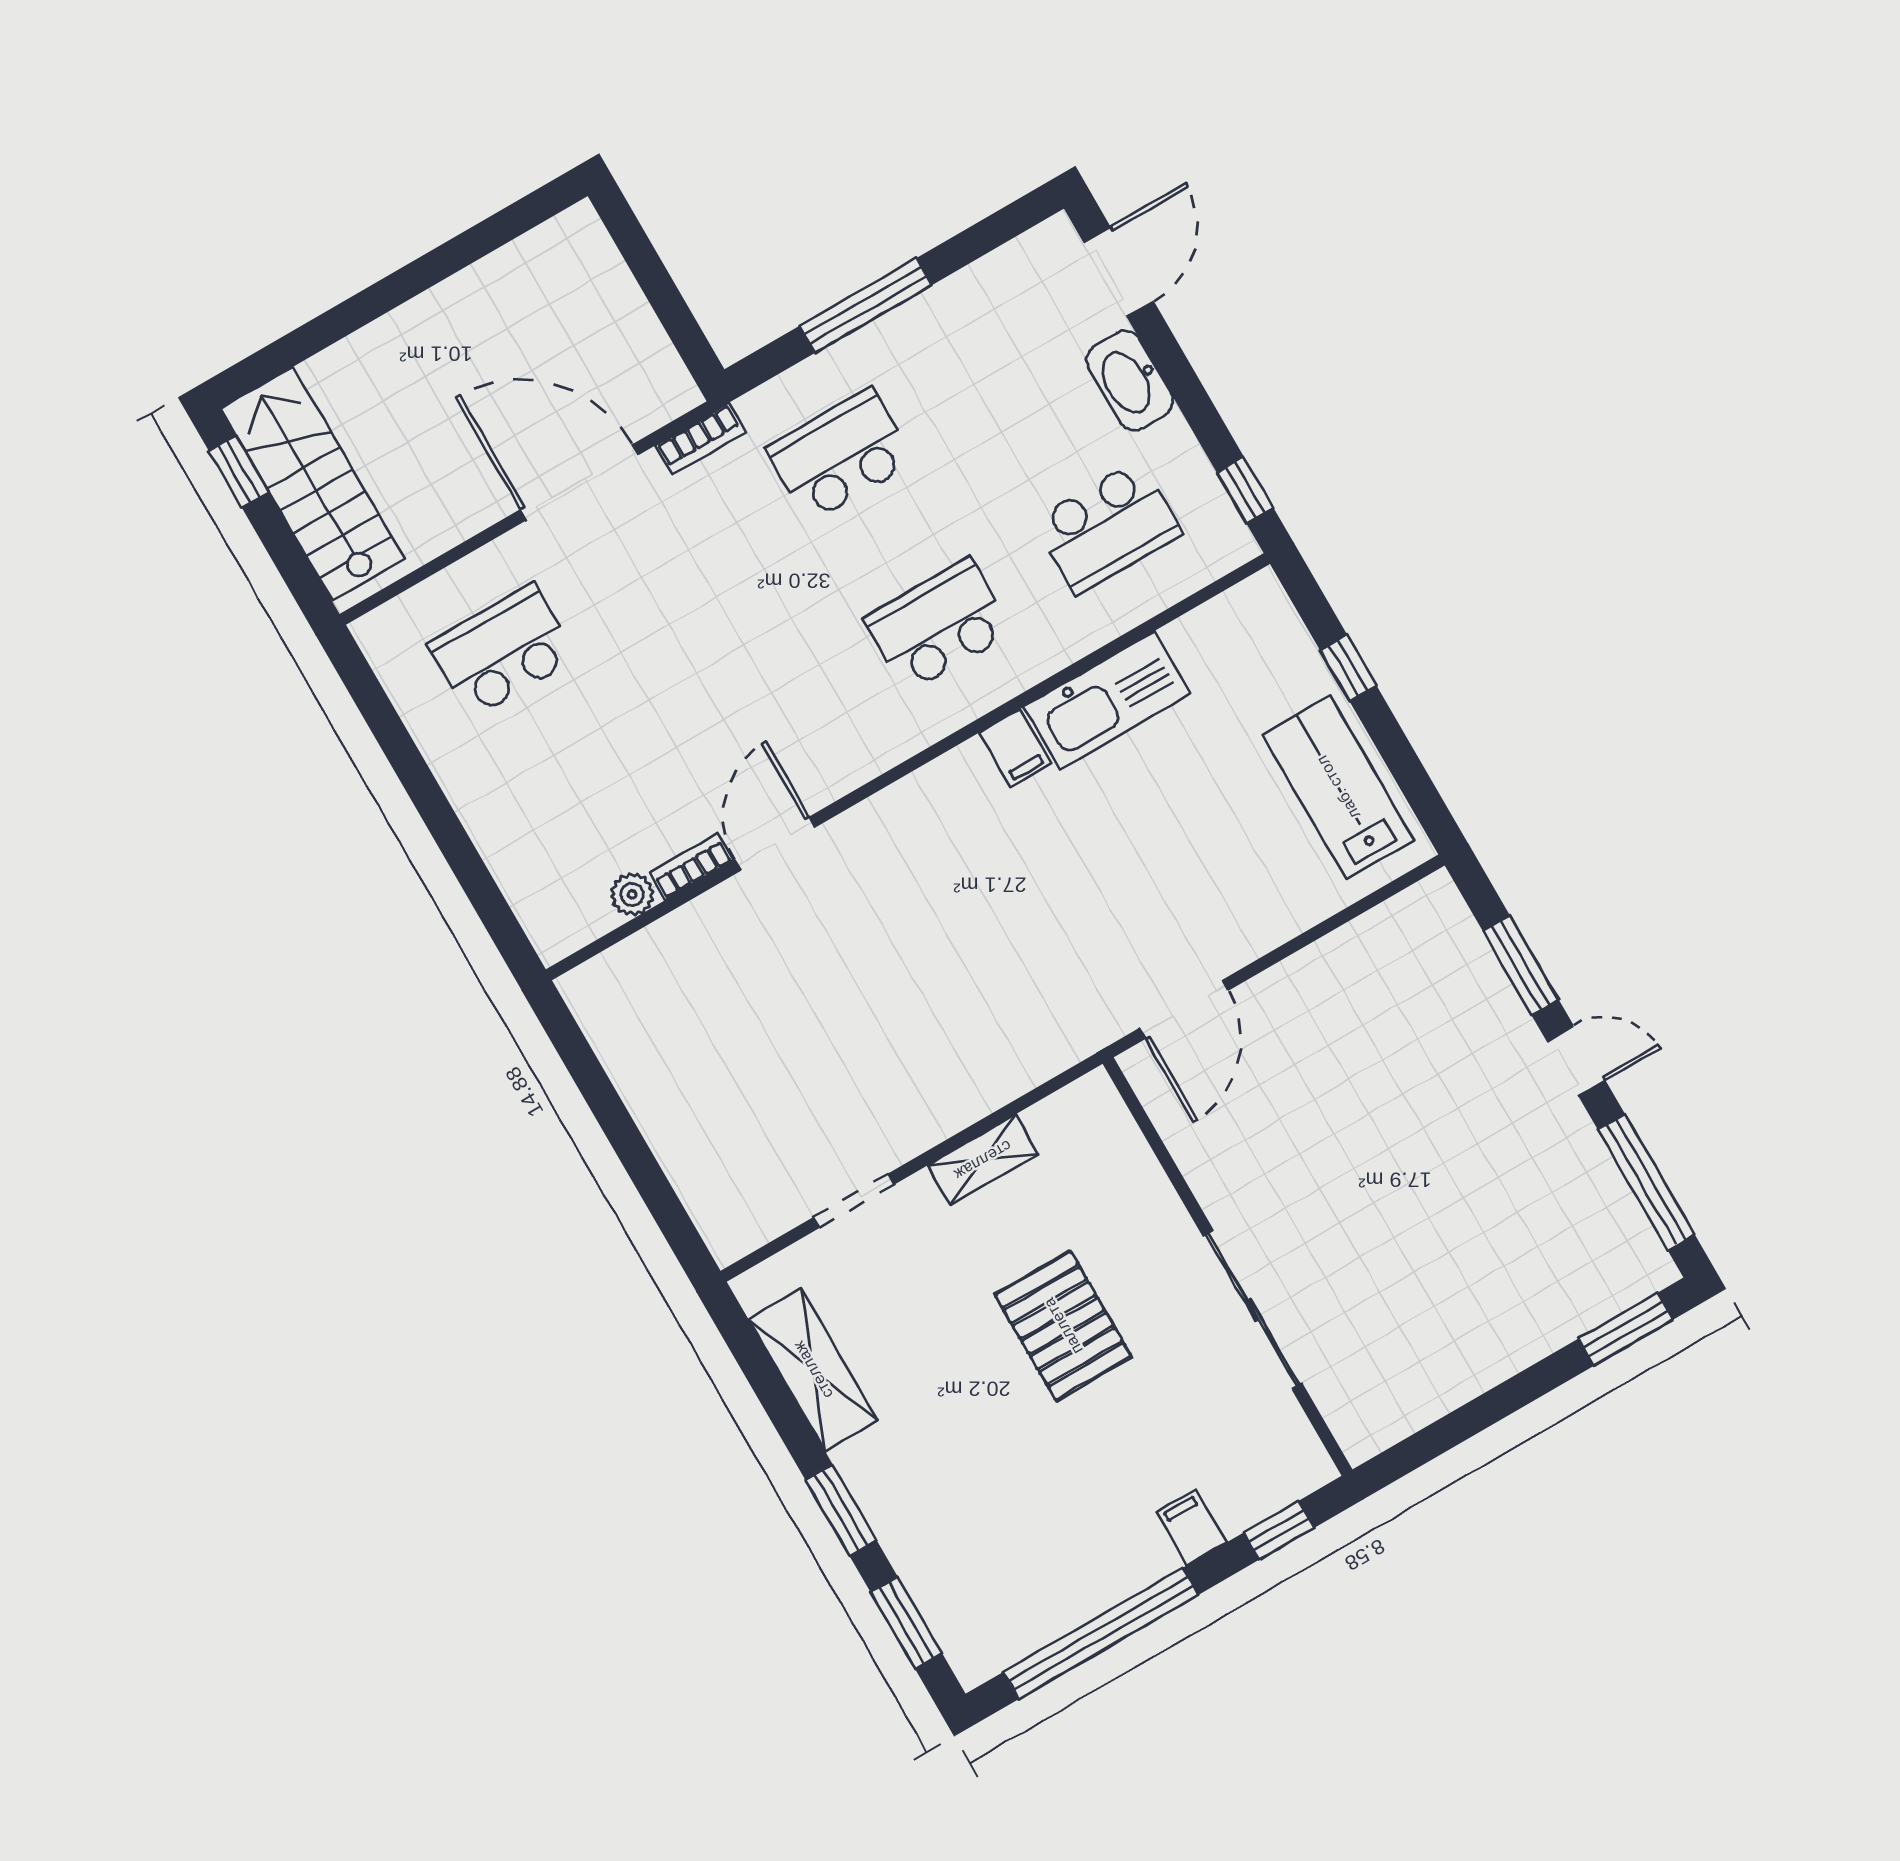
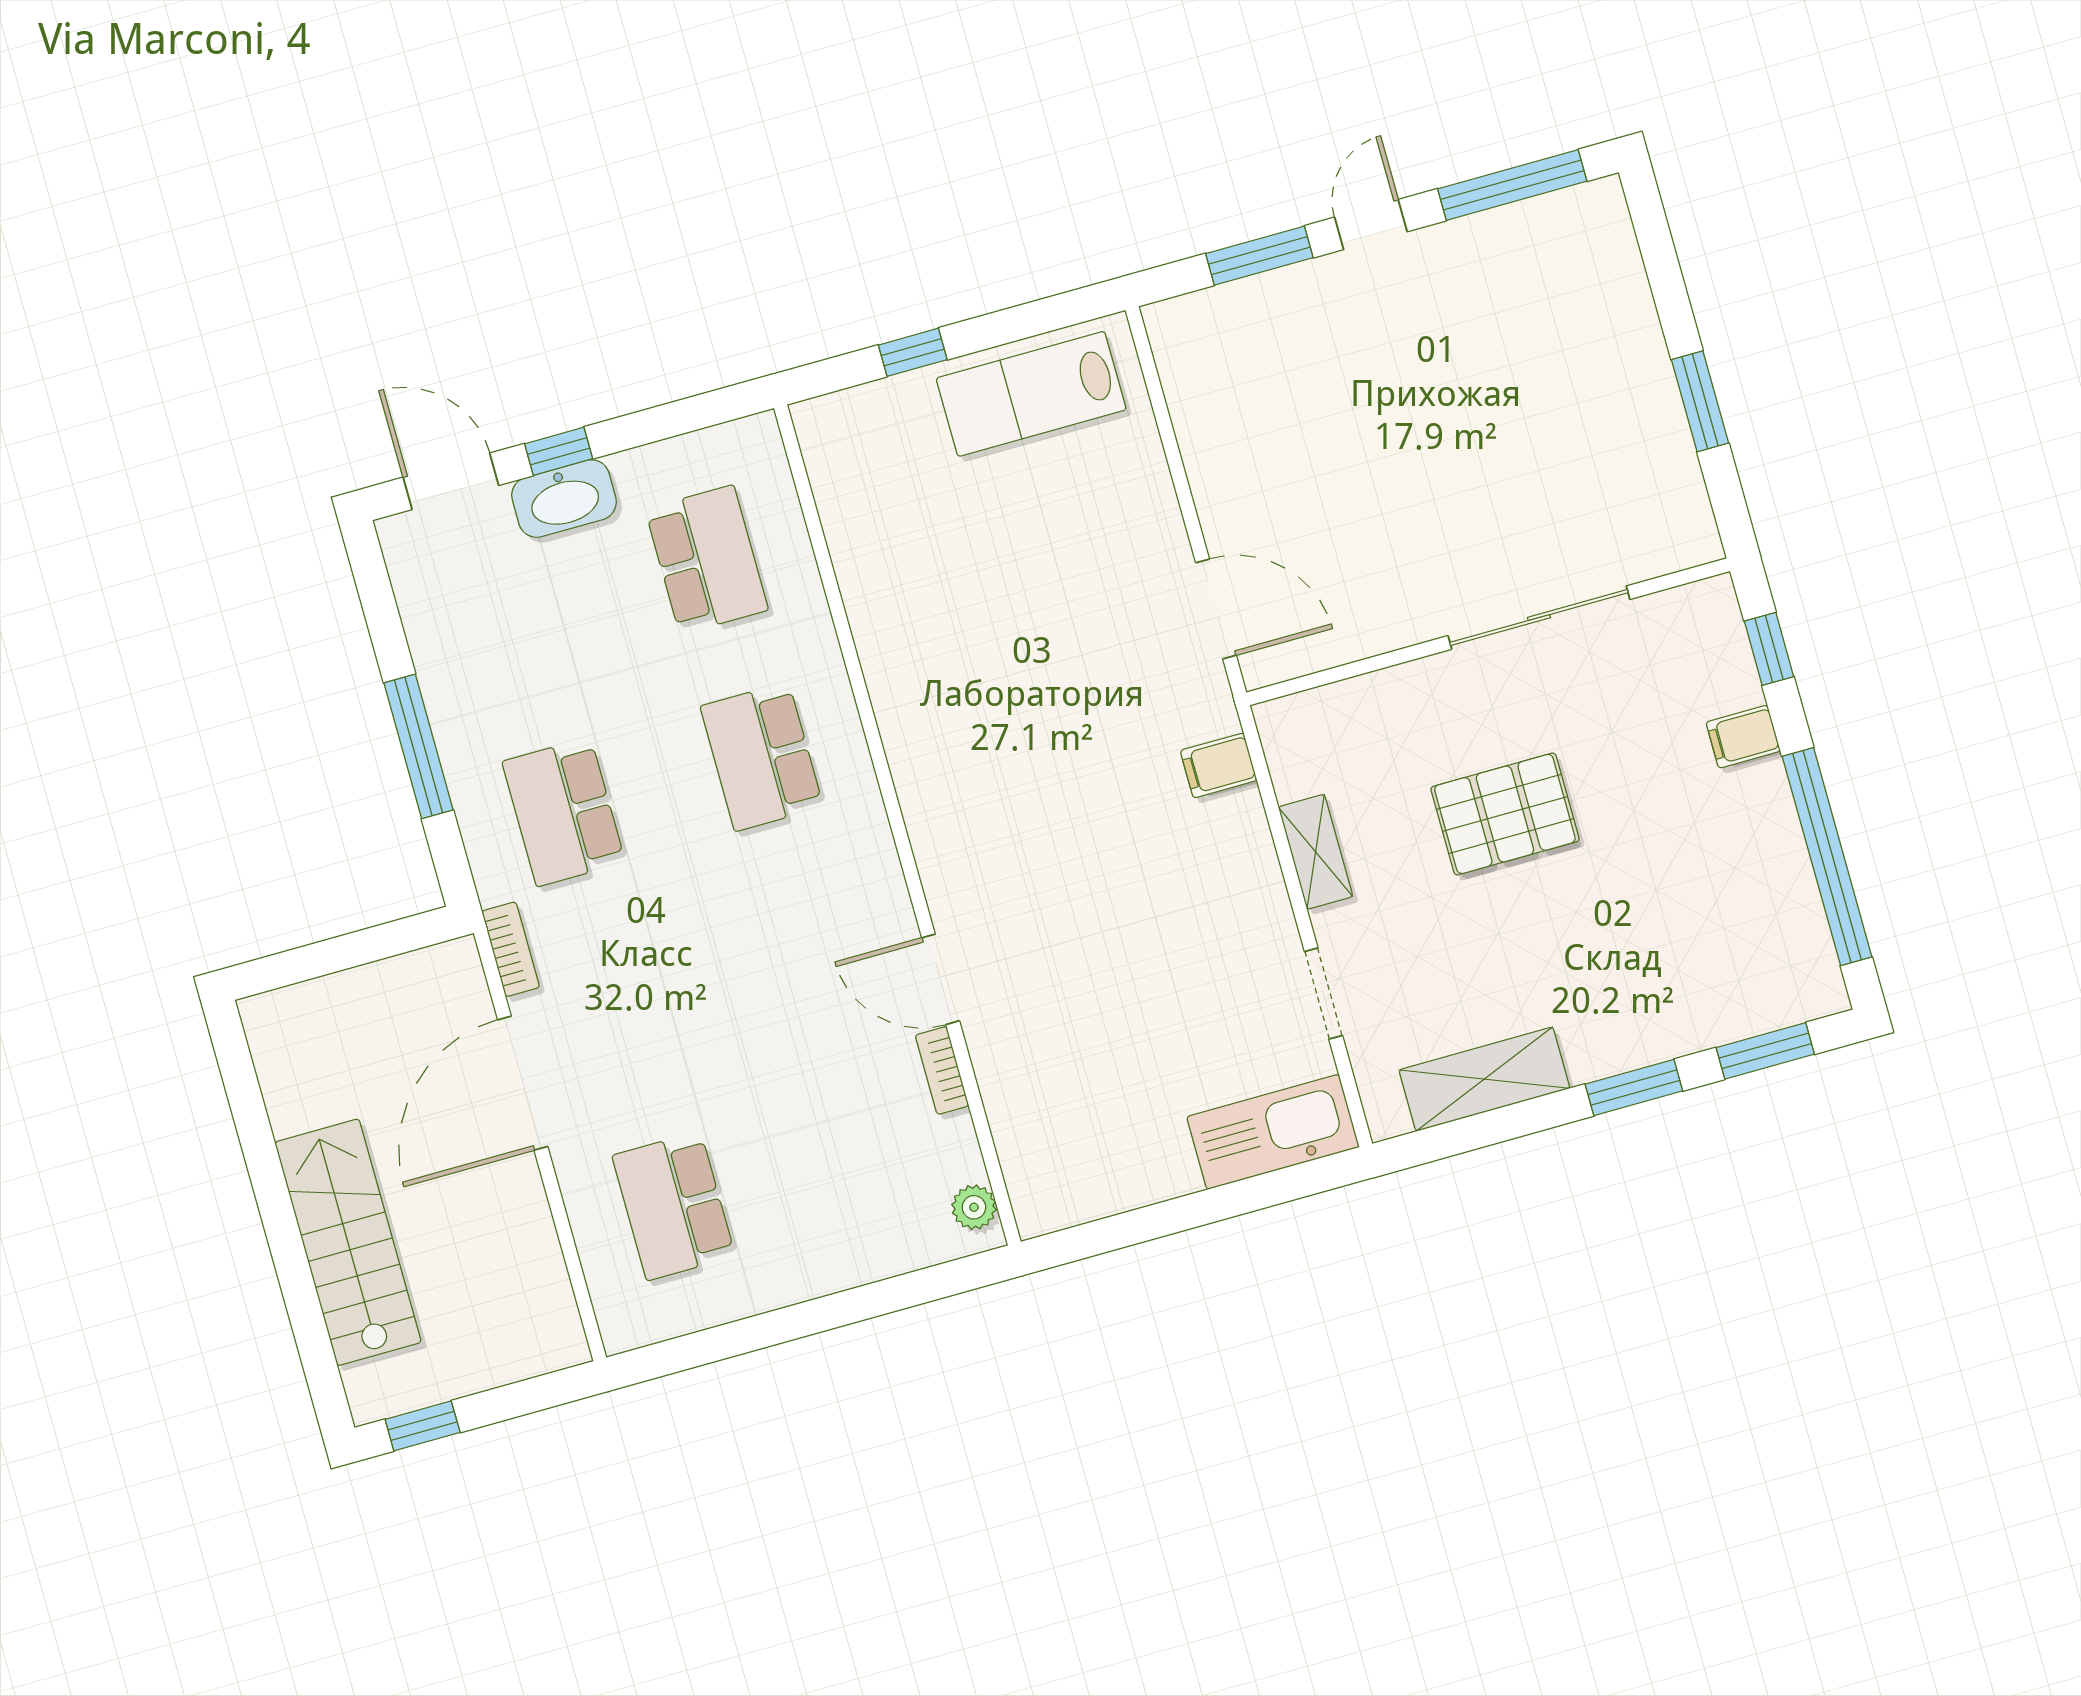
stairs: (313, 484) -> (348, 1242), moved, turned 90
window: (1245, 490) -> (559, 451), moved
kitchen sink: (1107, 700) -> (1273, 1132), moved, turned -90
filing cabinet: (1015, 748) -> (1219, 765), moved, turned 180
plant: (632, 894) -> (974, 1207), moved
window: (1626, 1329) -> (1700, 401), moved

